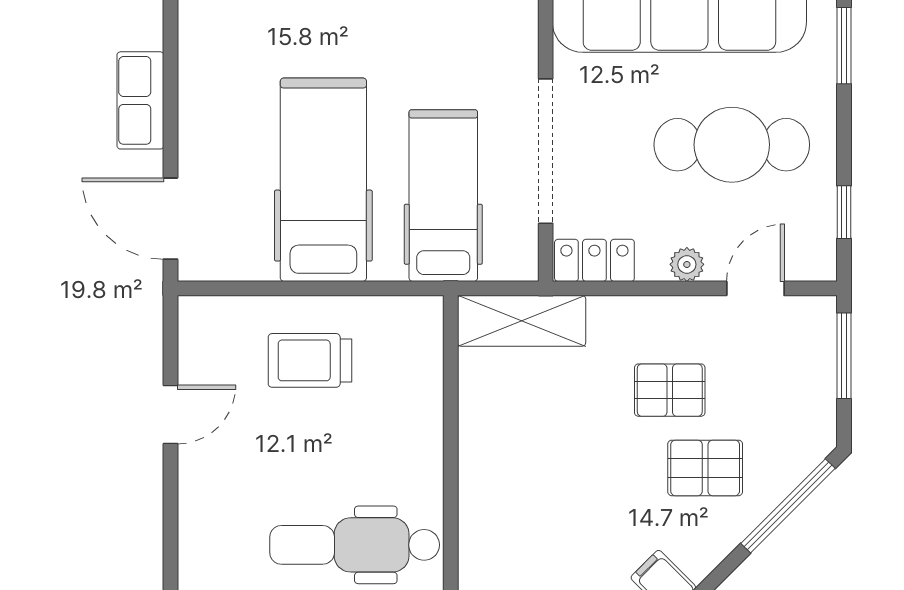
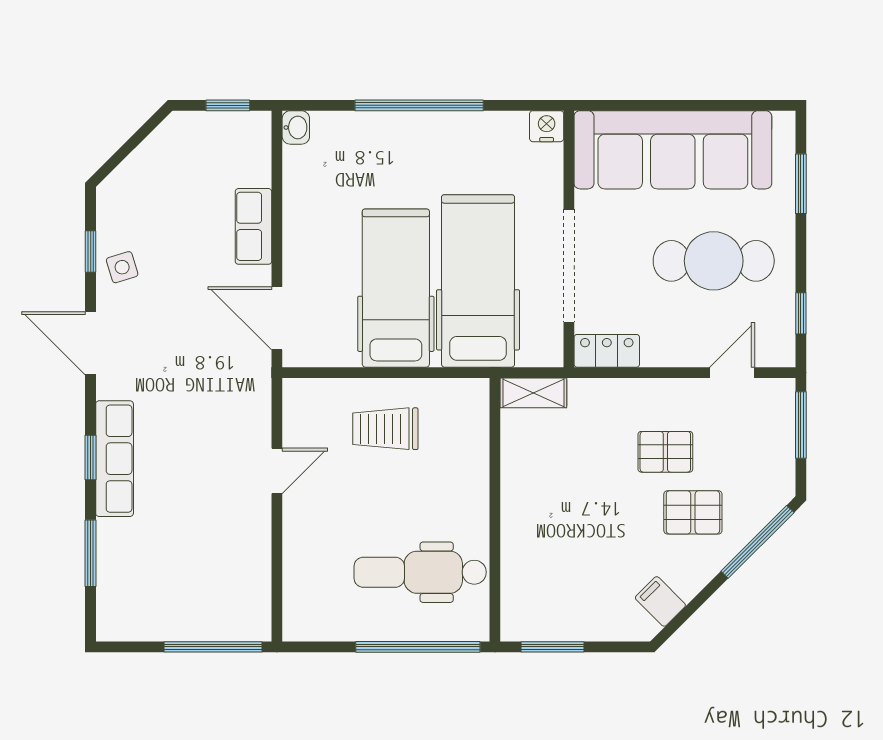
hospital bed: (443, 196) -> (478, 281), width x1.37, depth x1.29
plant: (687, 264) -> (679, 354), removed
shelving: (522, 321) -> (533, 393), width x0.67, depth x0.75

